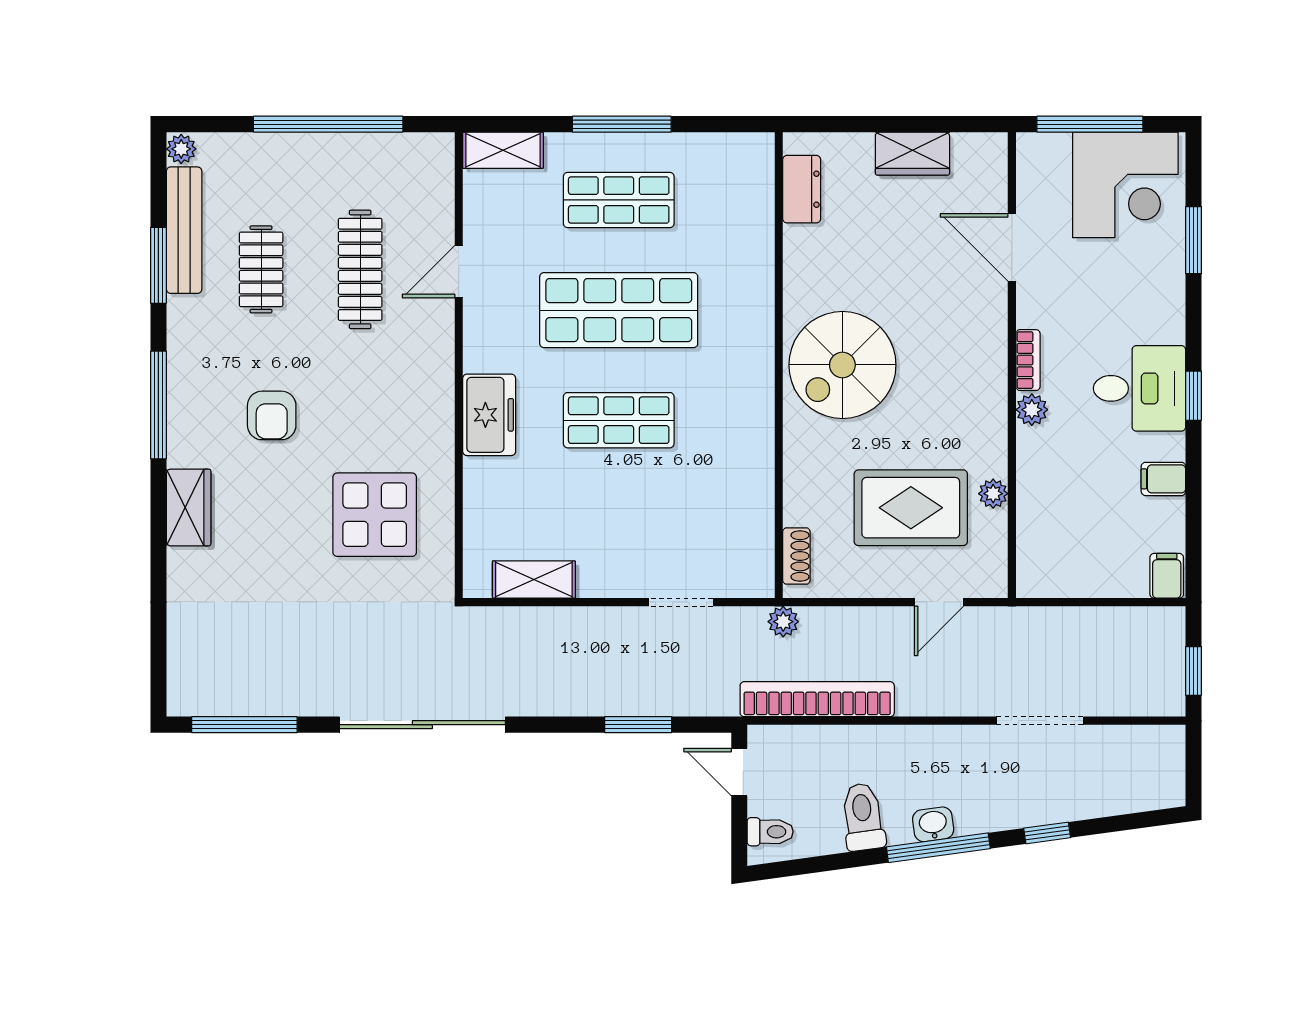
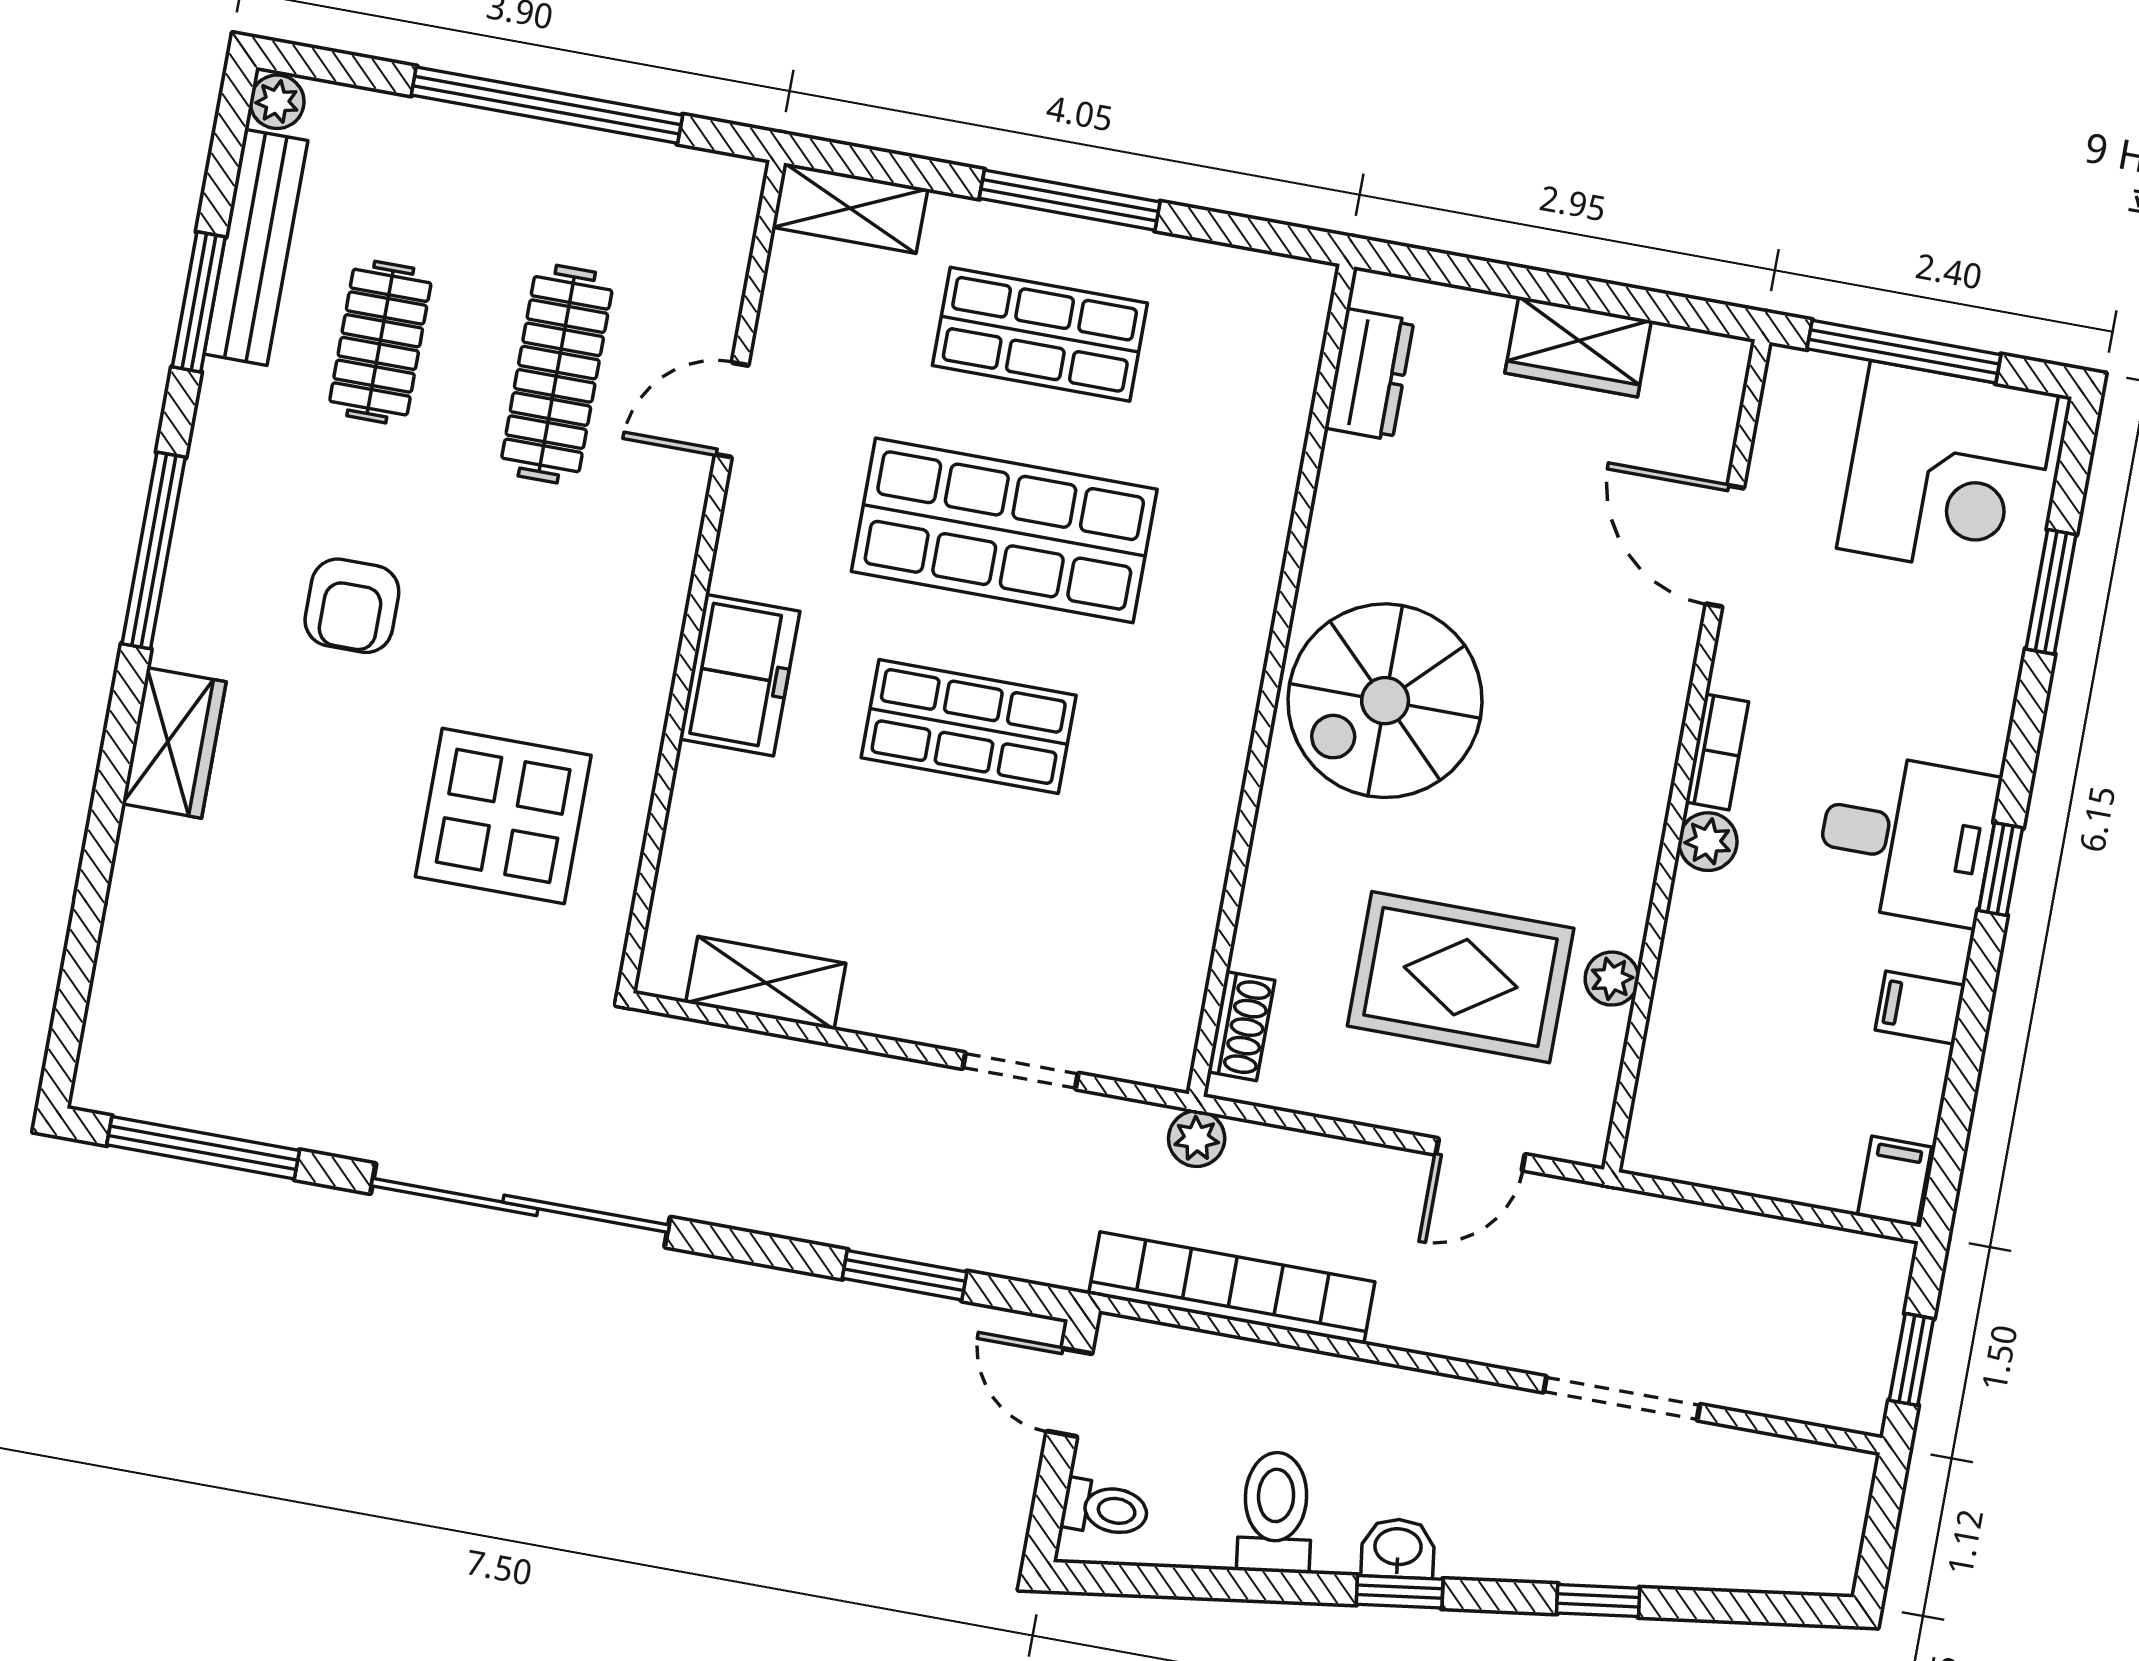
window: (938, 848) -> (1400, 1592), width x0.46

